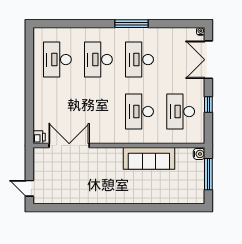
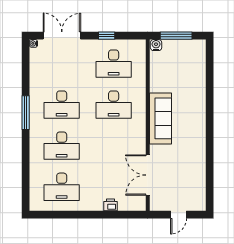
double door: (208, 60) -> (62, 36), swing flipped
printer: (39, 137) -> (110, 205), moved
sofa: (149, 158) -> (160, 118), moved
door: (29, 188) -> (179, 215), moved

